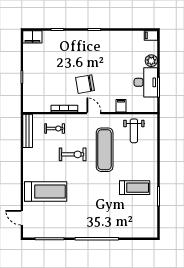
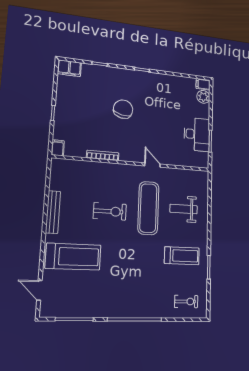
plant: (151, 61) -> (203, 97), moved
chair: (85, 84) -> (123, 109), moved, turned 112
filing cabinet: (121, 106) -> (58, 148), moved
door: (94, 113) -> (152, 165), moved
exercise bike: (55, 128) -> (186, 301), moved
bench: (28, 131) -> (53, 212), moved
weight bench: (134, 131) -> (184, 209), moved, turned 90

